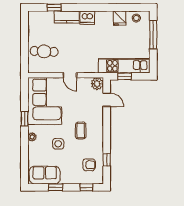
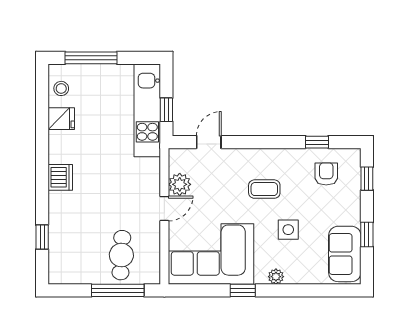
kitchen counter: (67, 17) -> (59, 214), removed
window: (25, 49) -> (118, 290), added
plant: (97, 84) -> (180, 184), moved

